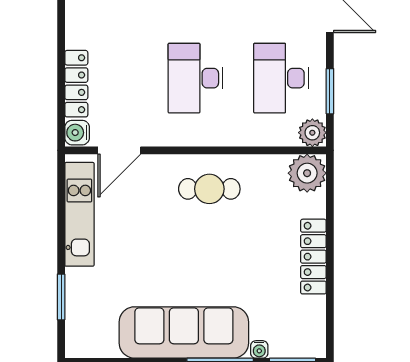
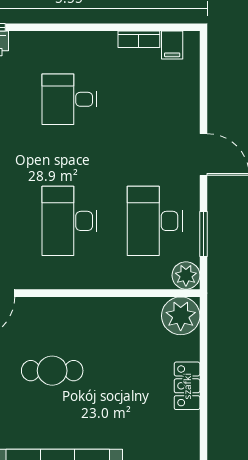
cafe table: (209, 189) -> (52, 371), moved
locker: (313, 257) -> (187, 386), width x0.66

